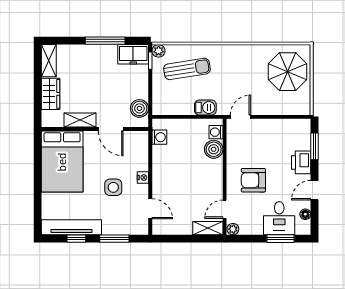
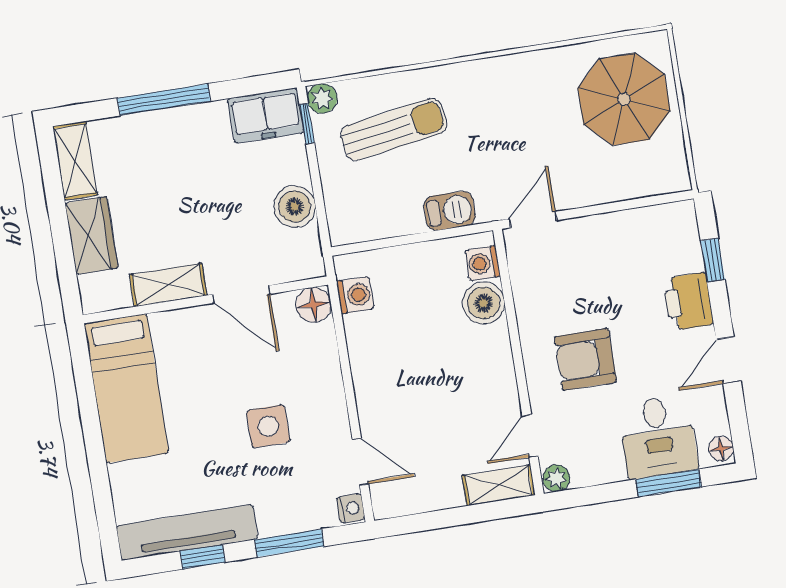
window: (105, 41) -> (164, 100), moved
boiler: (139, 108) -> (295, 207), moved
floor lamp: (141, 138) -> (314, 305), added
window: (314, 146) -> (713, 260), width x0.67
bed: (62, 162) -> (126, 388), width x0.67
nightstand: (143, 178) -> (351, 508), moved
floor lamp: (305, 214) -> (721, 449), moved

